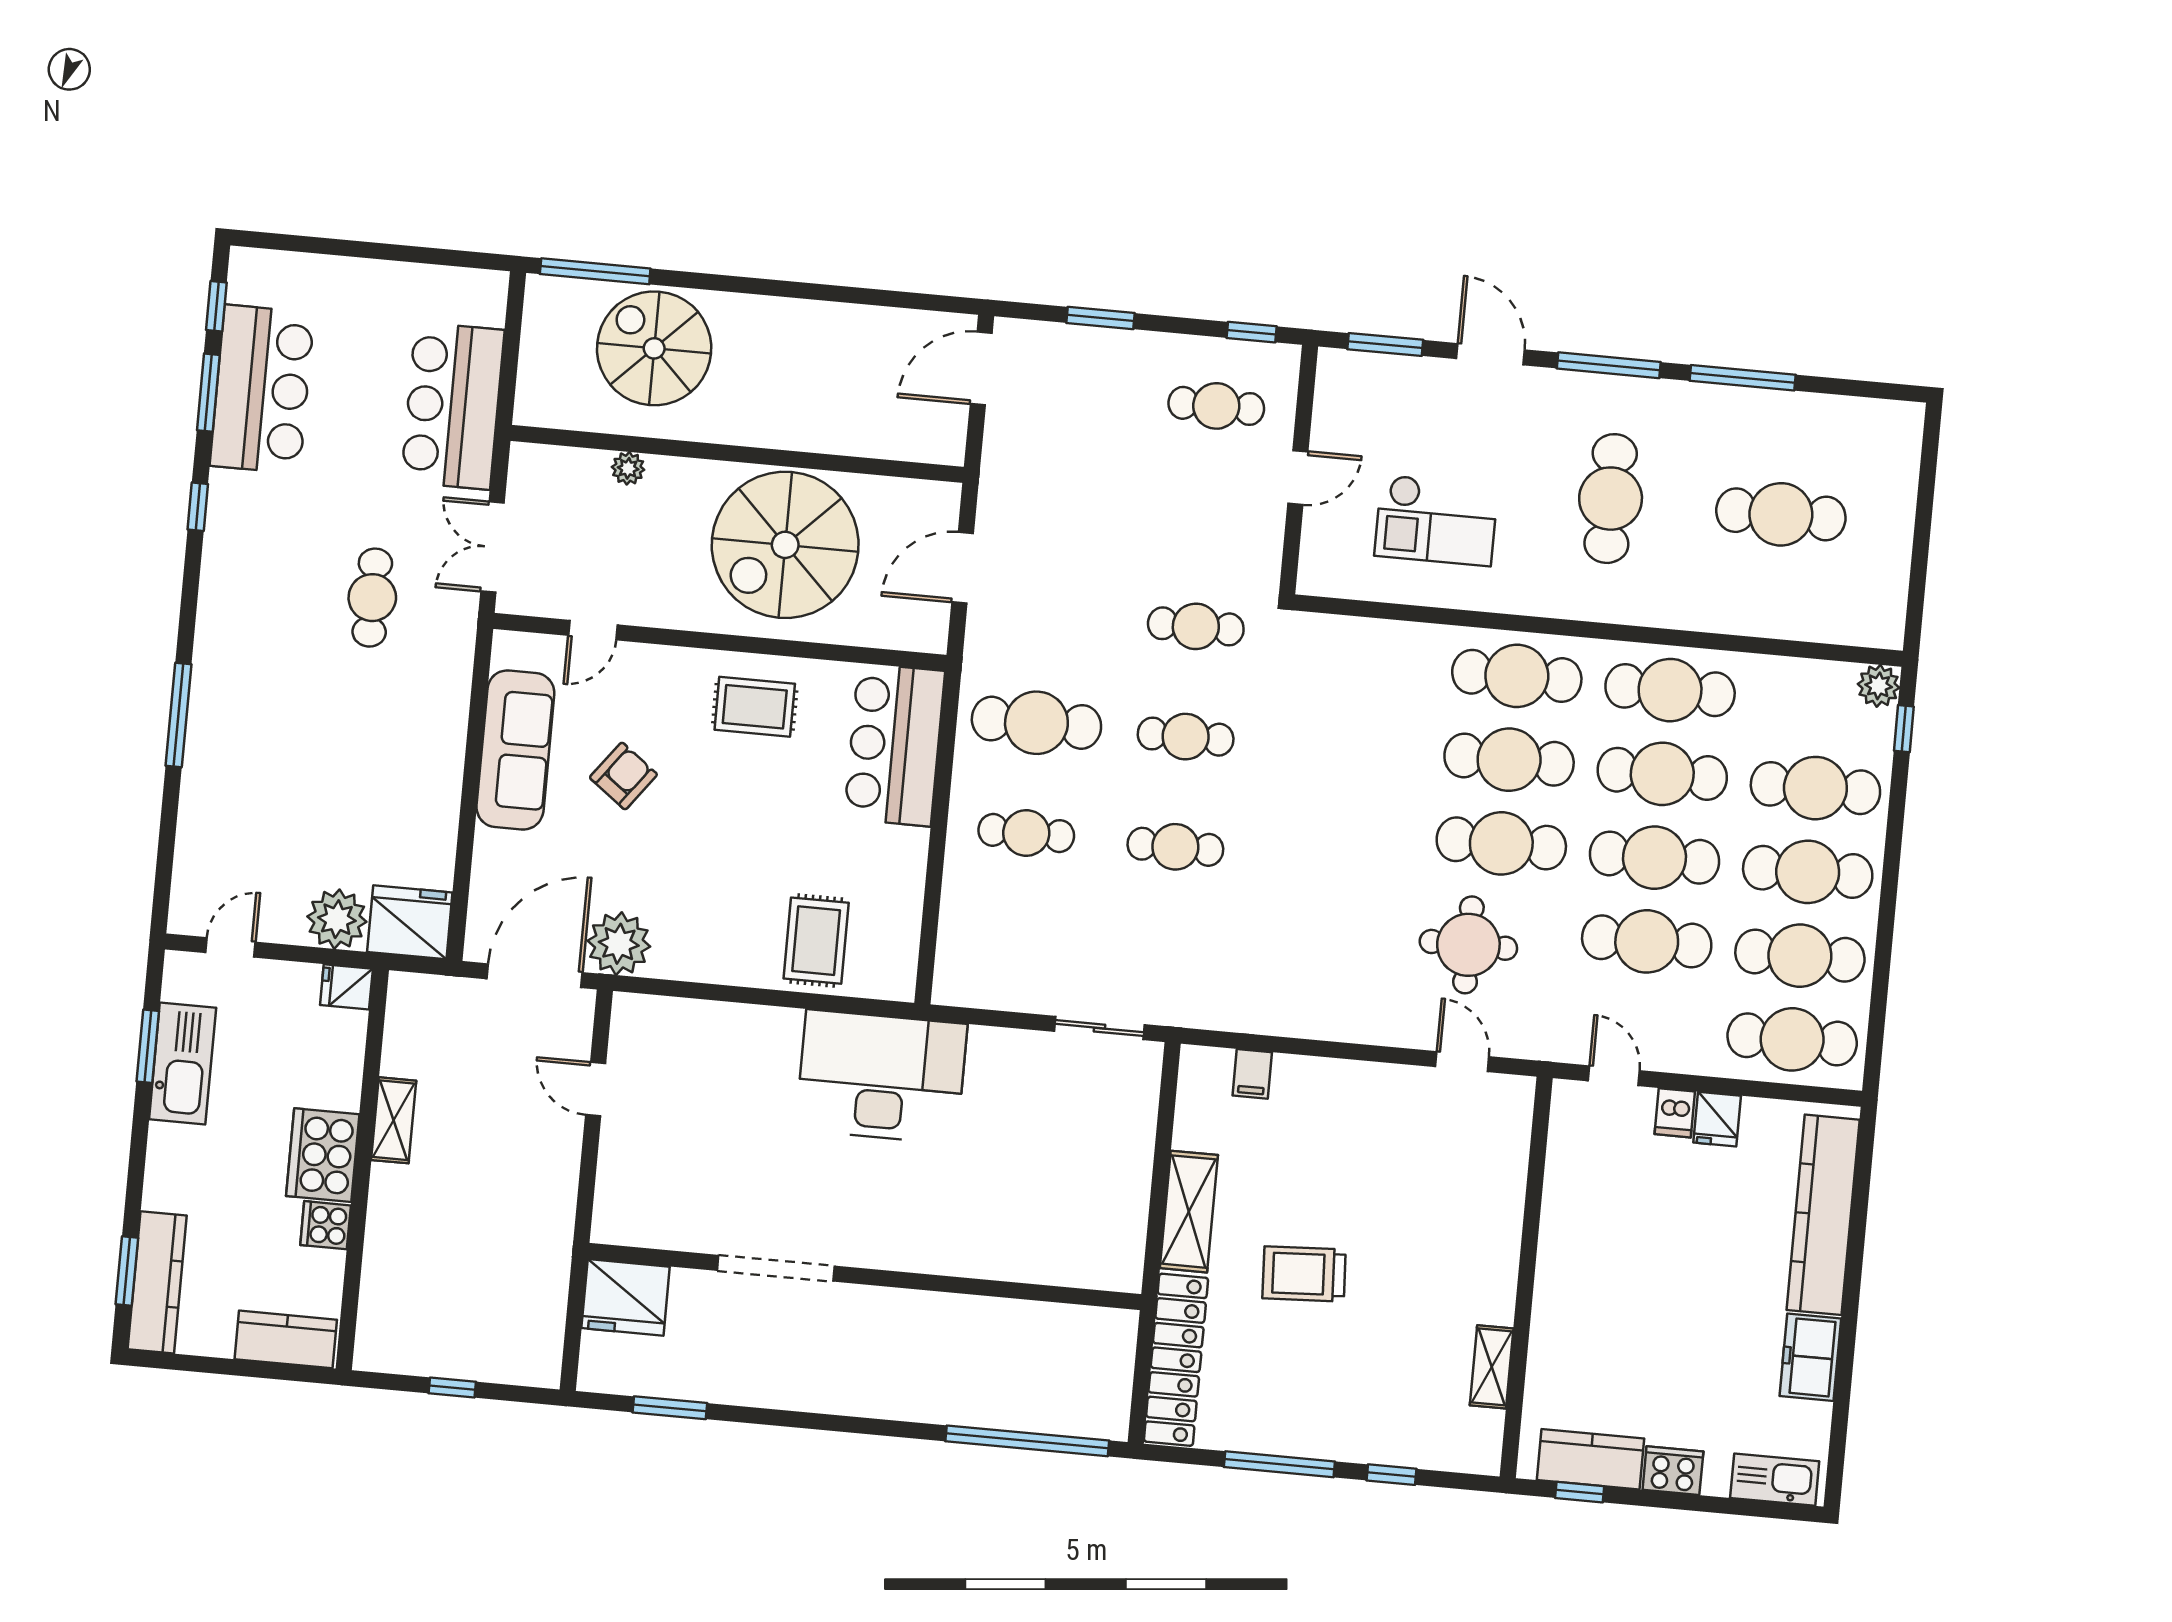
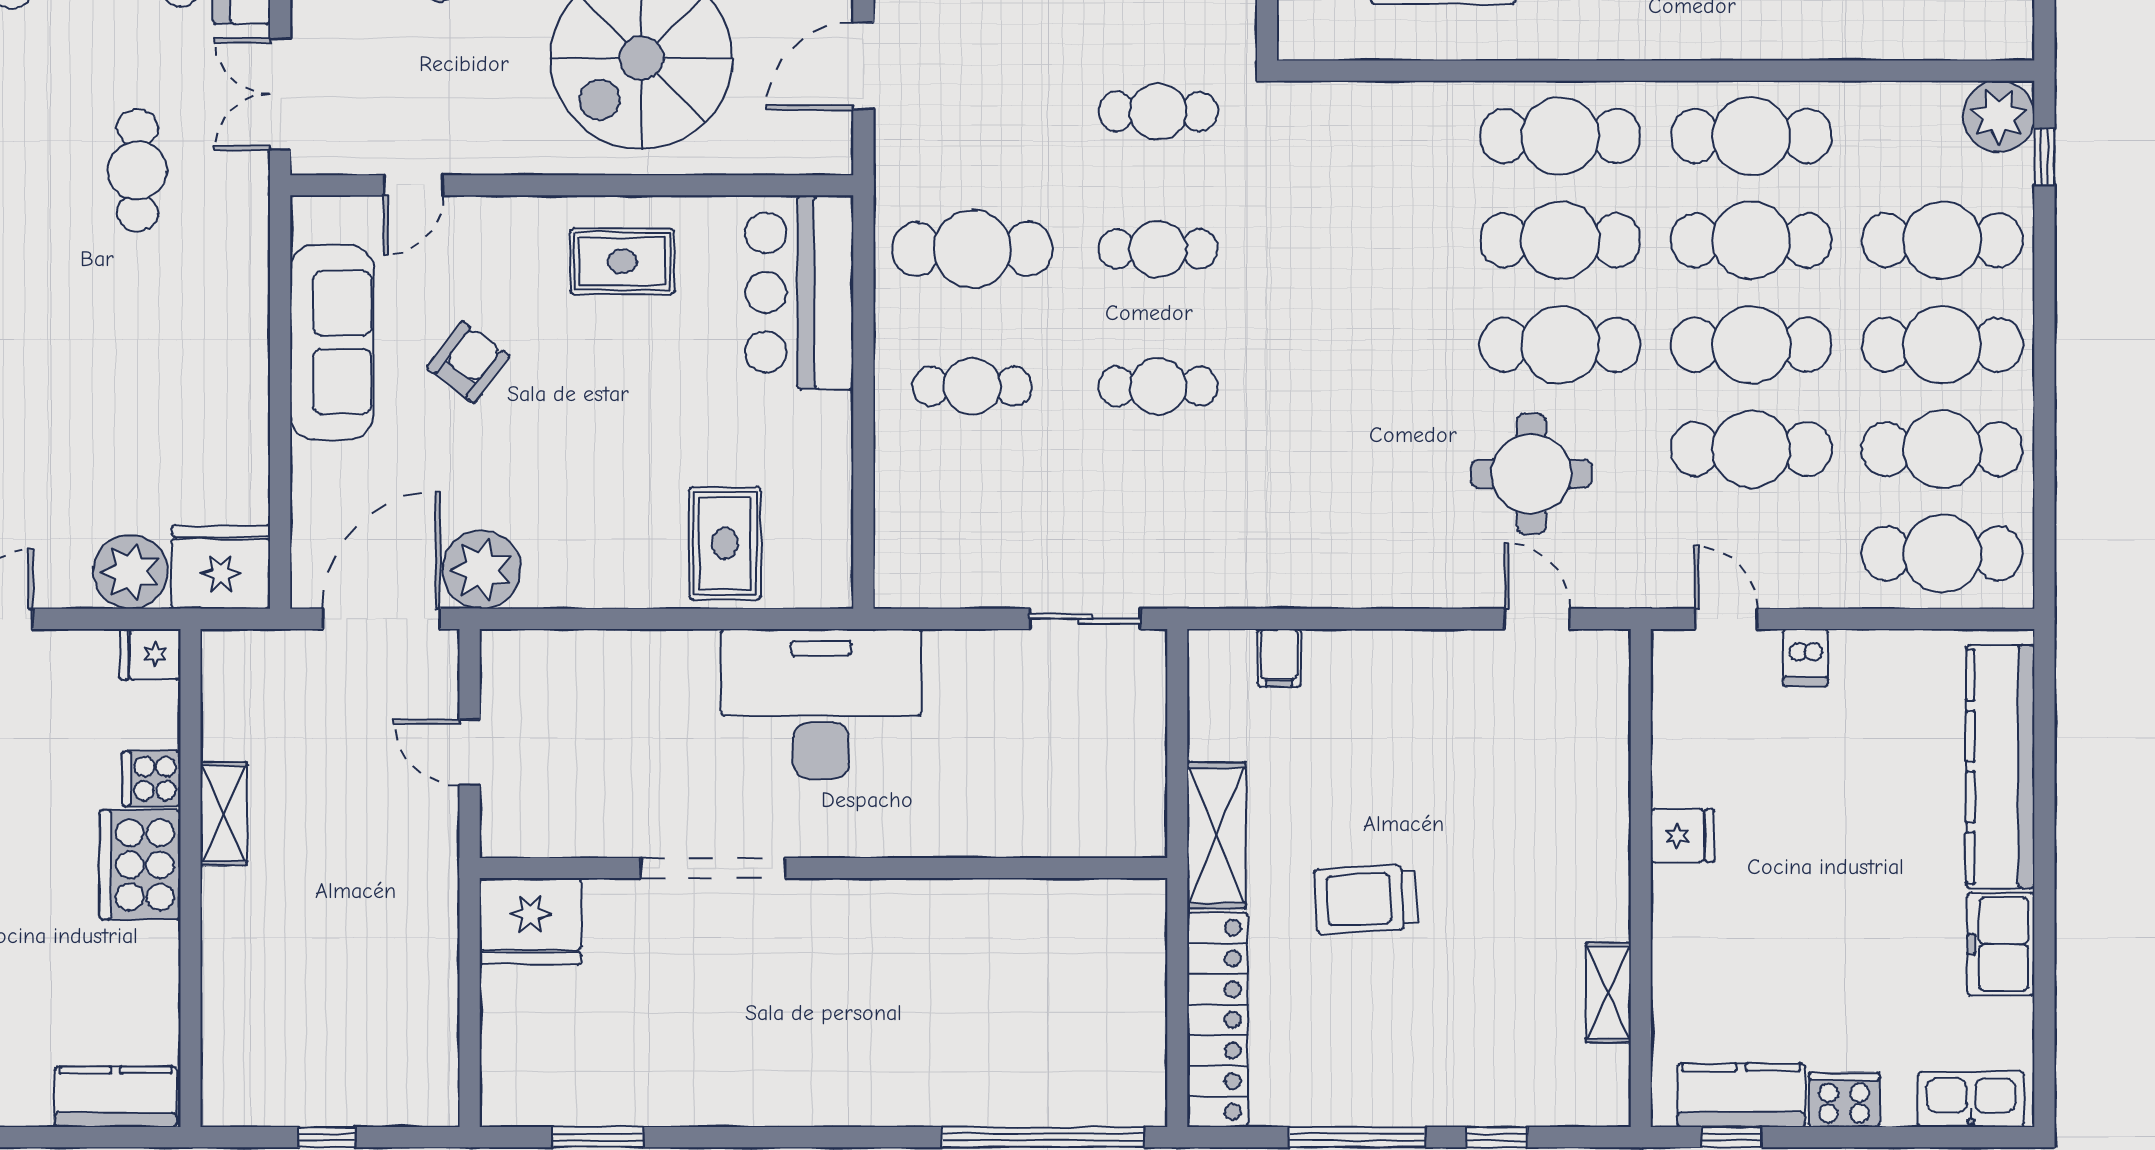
plant: (1879, 686) -> (1999, 116), width x1.36, depth x1.36
fridge: (1717, 1119) -> (1683, 836), moved, turned -90
cooker: (326, 1225) -> (152, 779), moved
doorway: (776, 1268) -> (713, 868), moved
wall: (865, 1277) -> (823, 868), moved
fridge: (626, 1297) -> (531, 921), moved

